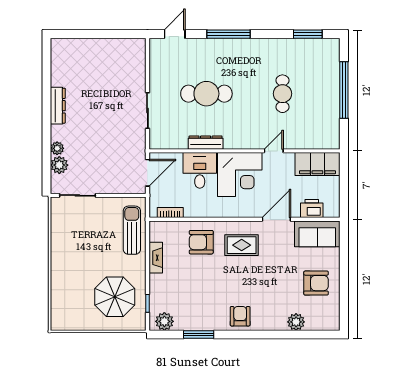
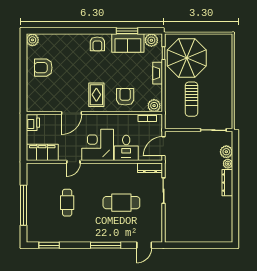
dresser: (58, 106) -> (227, 183), moved
dresser: (206, 143) -> (150, 168), moved
printer: (312, 208) -> (33, 123), moved, turned -90
sun lounger: (132, 230) -> (192, 99), moved
plant: (161, 230) -> (154, 106), added
sofa: (317, 234) -> (128, 43), moved, turned 180
armchair: (201, 242) -> (125, 97), turned -90
rug: (242, 245) -> (96, 95), turned 90
fireplace: (156, 258) -> (158, 73), moved
parasol: (115, 297) -> (187, 58), width x1.36, depth x1.36
plant: (296, 322) -> (32, 40), moved

